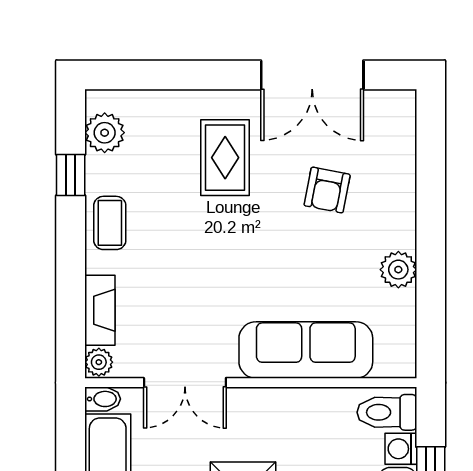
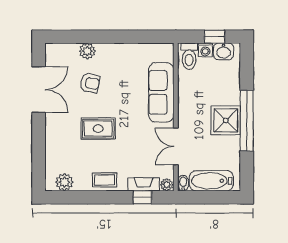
rug: (225, 158) -> (98, 129), moved
window: (71, 175) -> (142, 197), moved
plant: (398, 270) -> (87, 51), moved
double door: (185, 383) -> (176, 146), swing flipped

